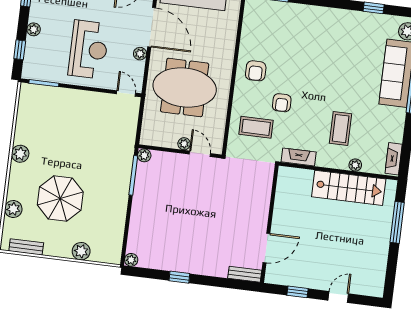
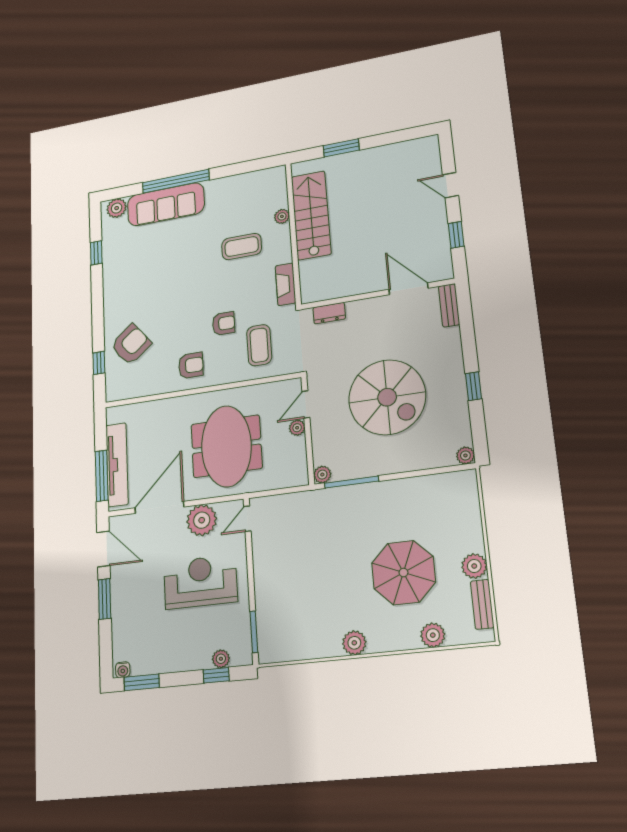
armchair: (287, 25) -> (131, 344), added
plant: (34, 29) -> (221, 659), moved
plant: (140, 54) -> (202, 520), width x1.87, depth x1.87
fireplace: (394, 159) -> (266, 176), removed
dresser: (265, 186) -> (329, 313), added
spiral stairs: (189, 214) -> (387, 397), added
window: (397, 222) -> (341, 148), width x0.69
plant: (81, 251) -> (474, 566), moved

